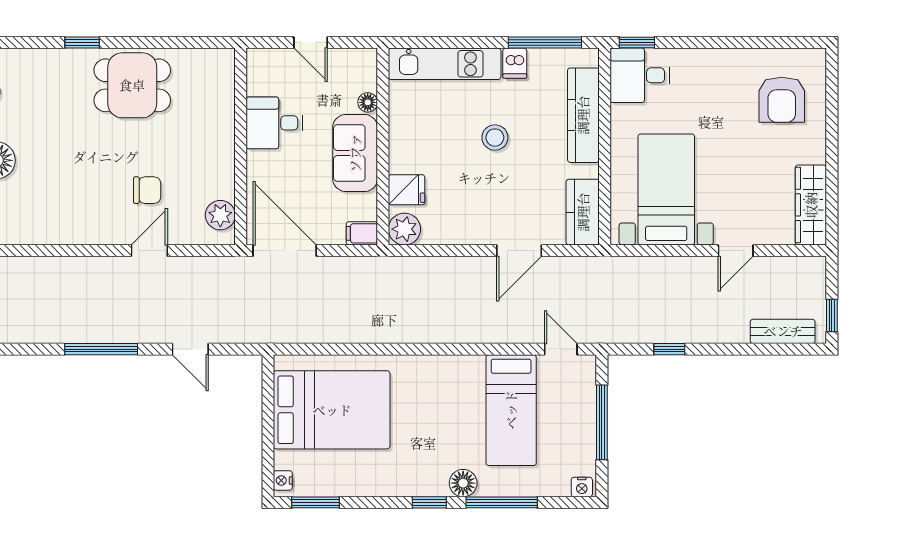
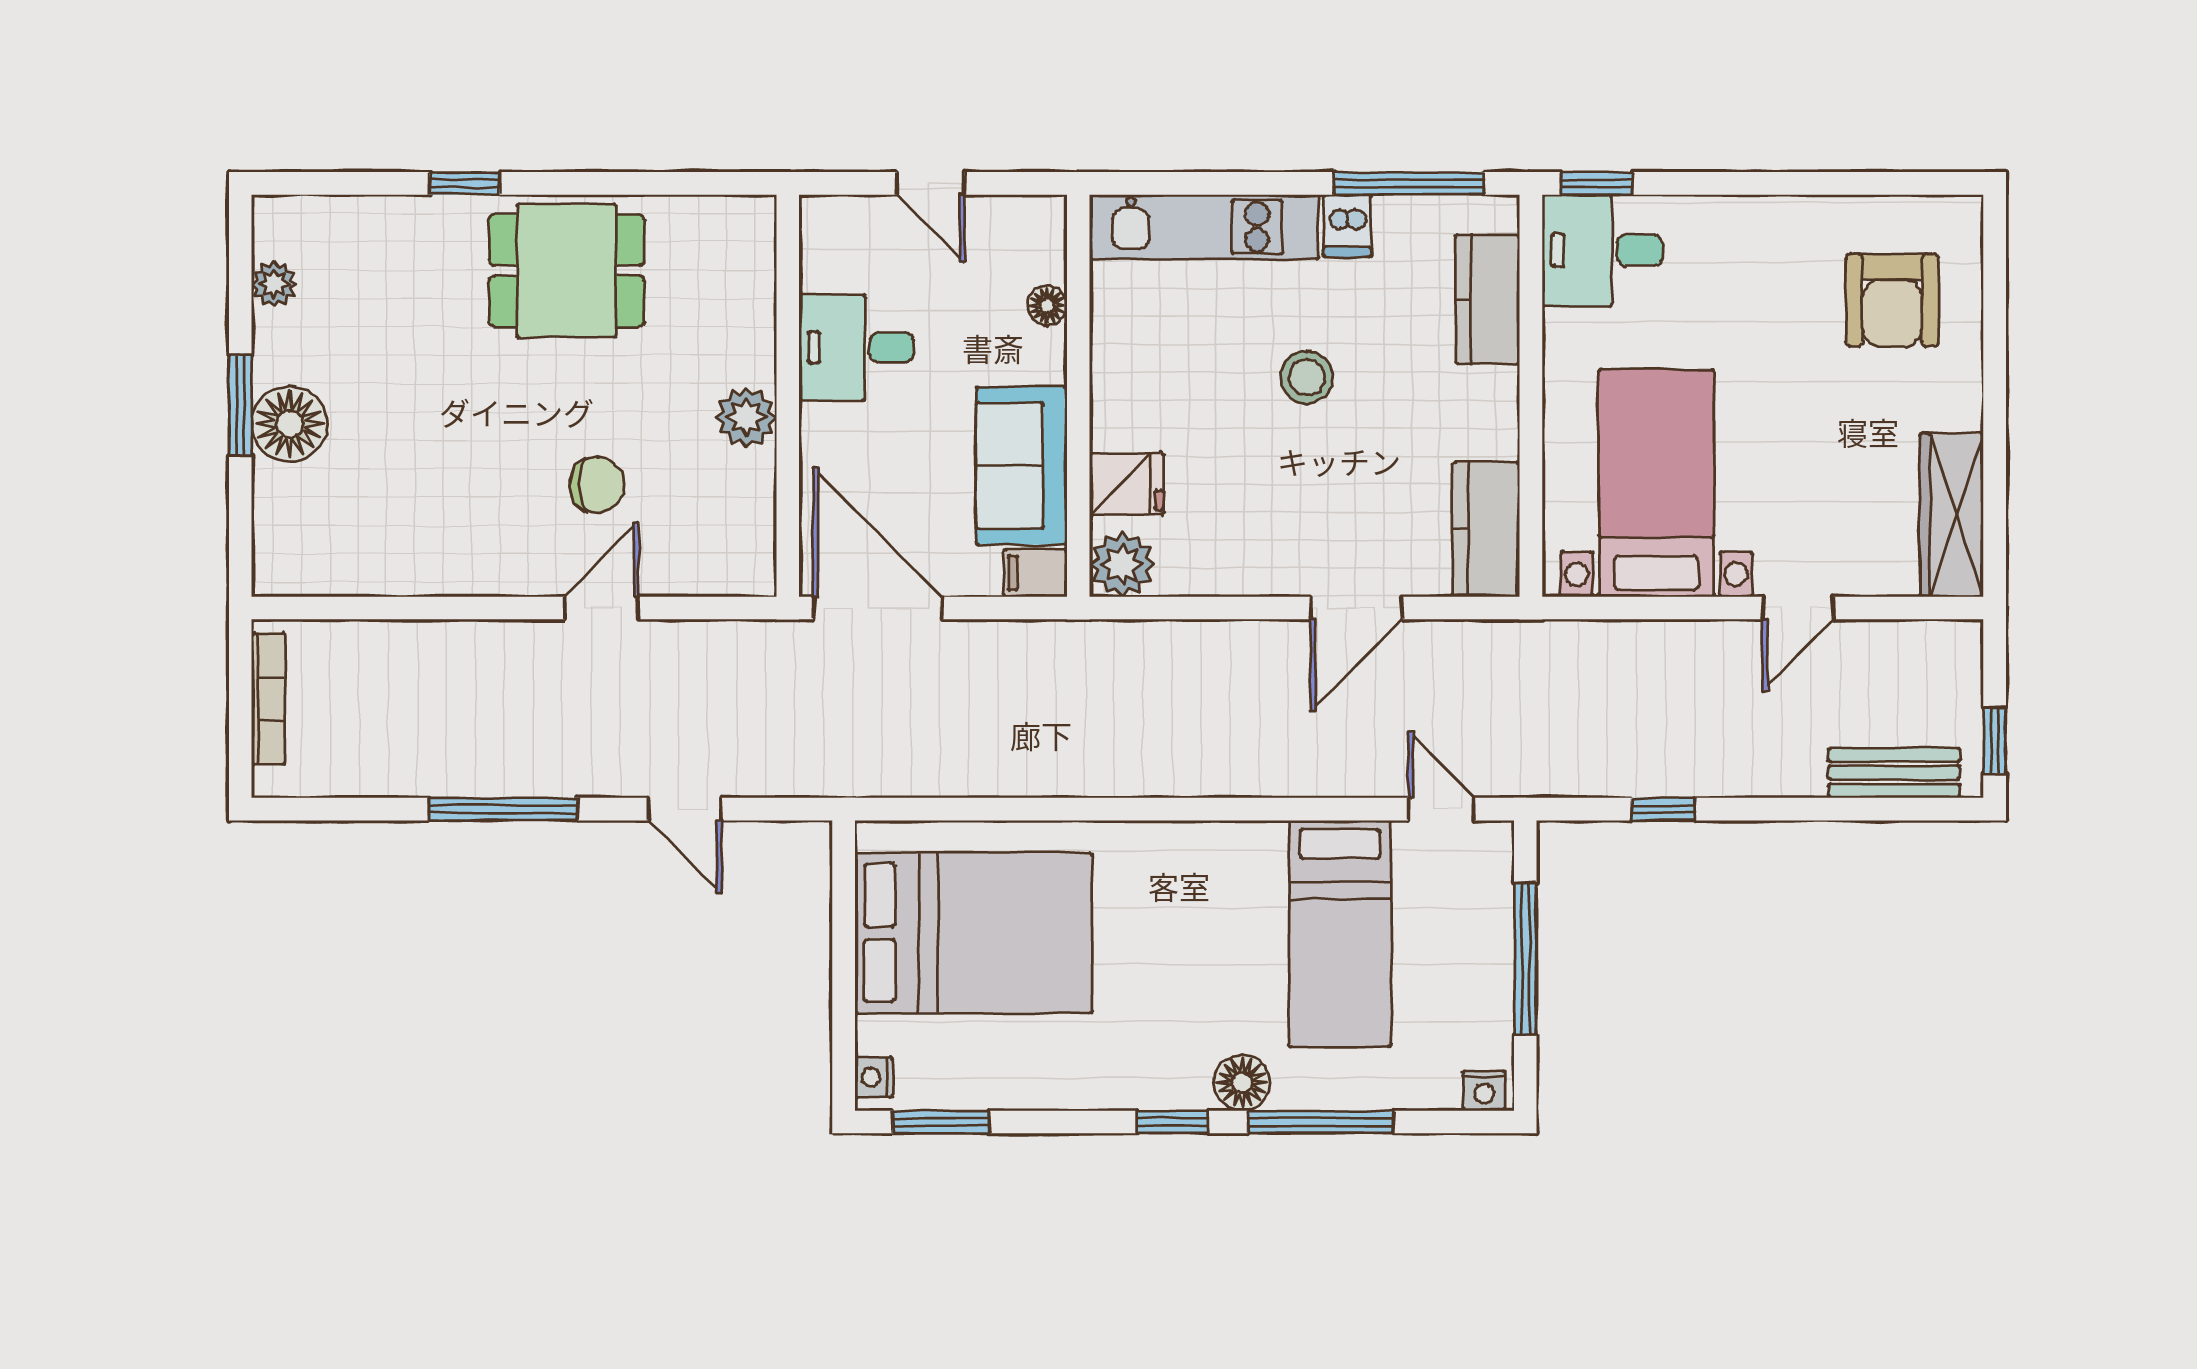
kitchen counter: (583, 115) -> (1487, 299), width x0.67
sofa: (355, 153) -> (1022, 466), moved
plant: (220, 215) -> (746, 417), moved

